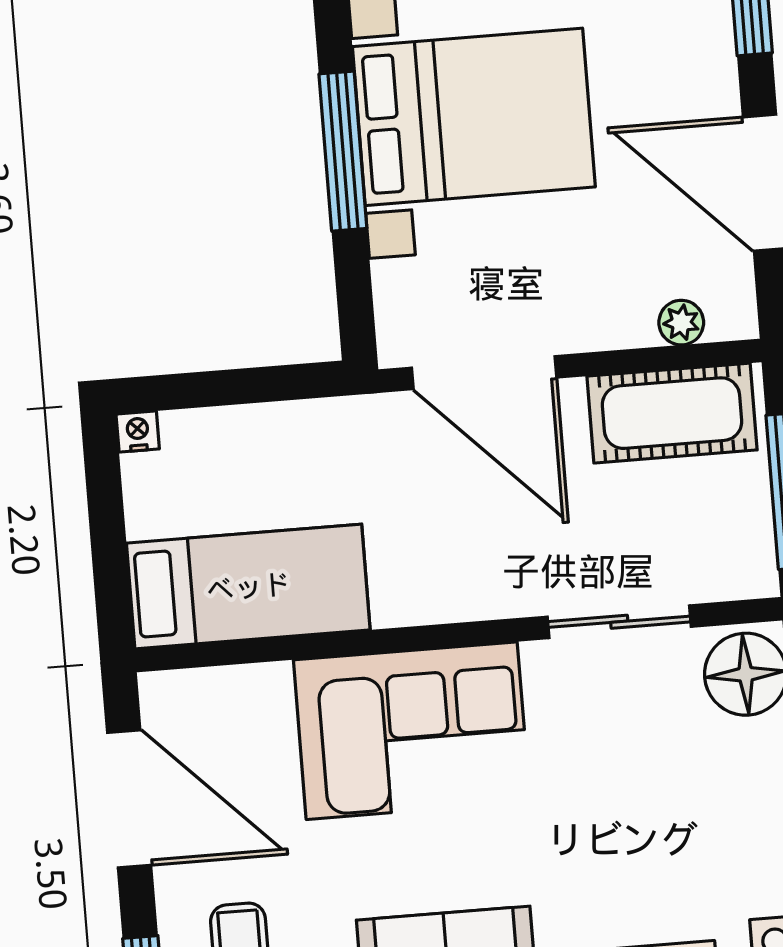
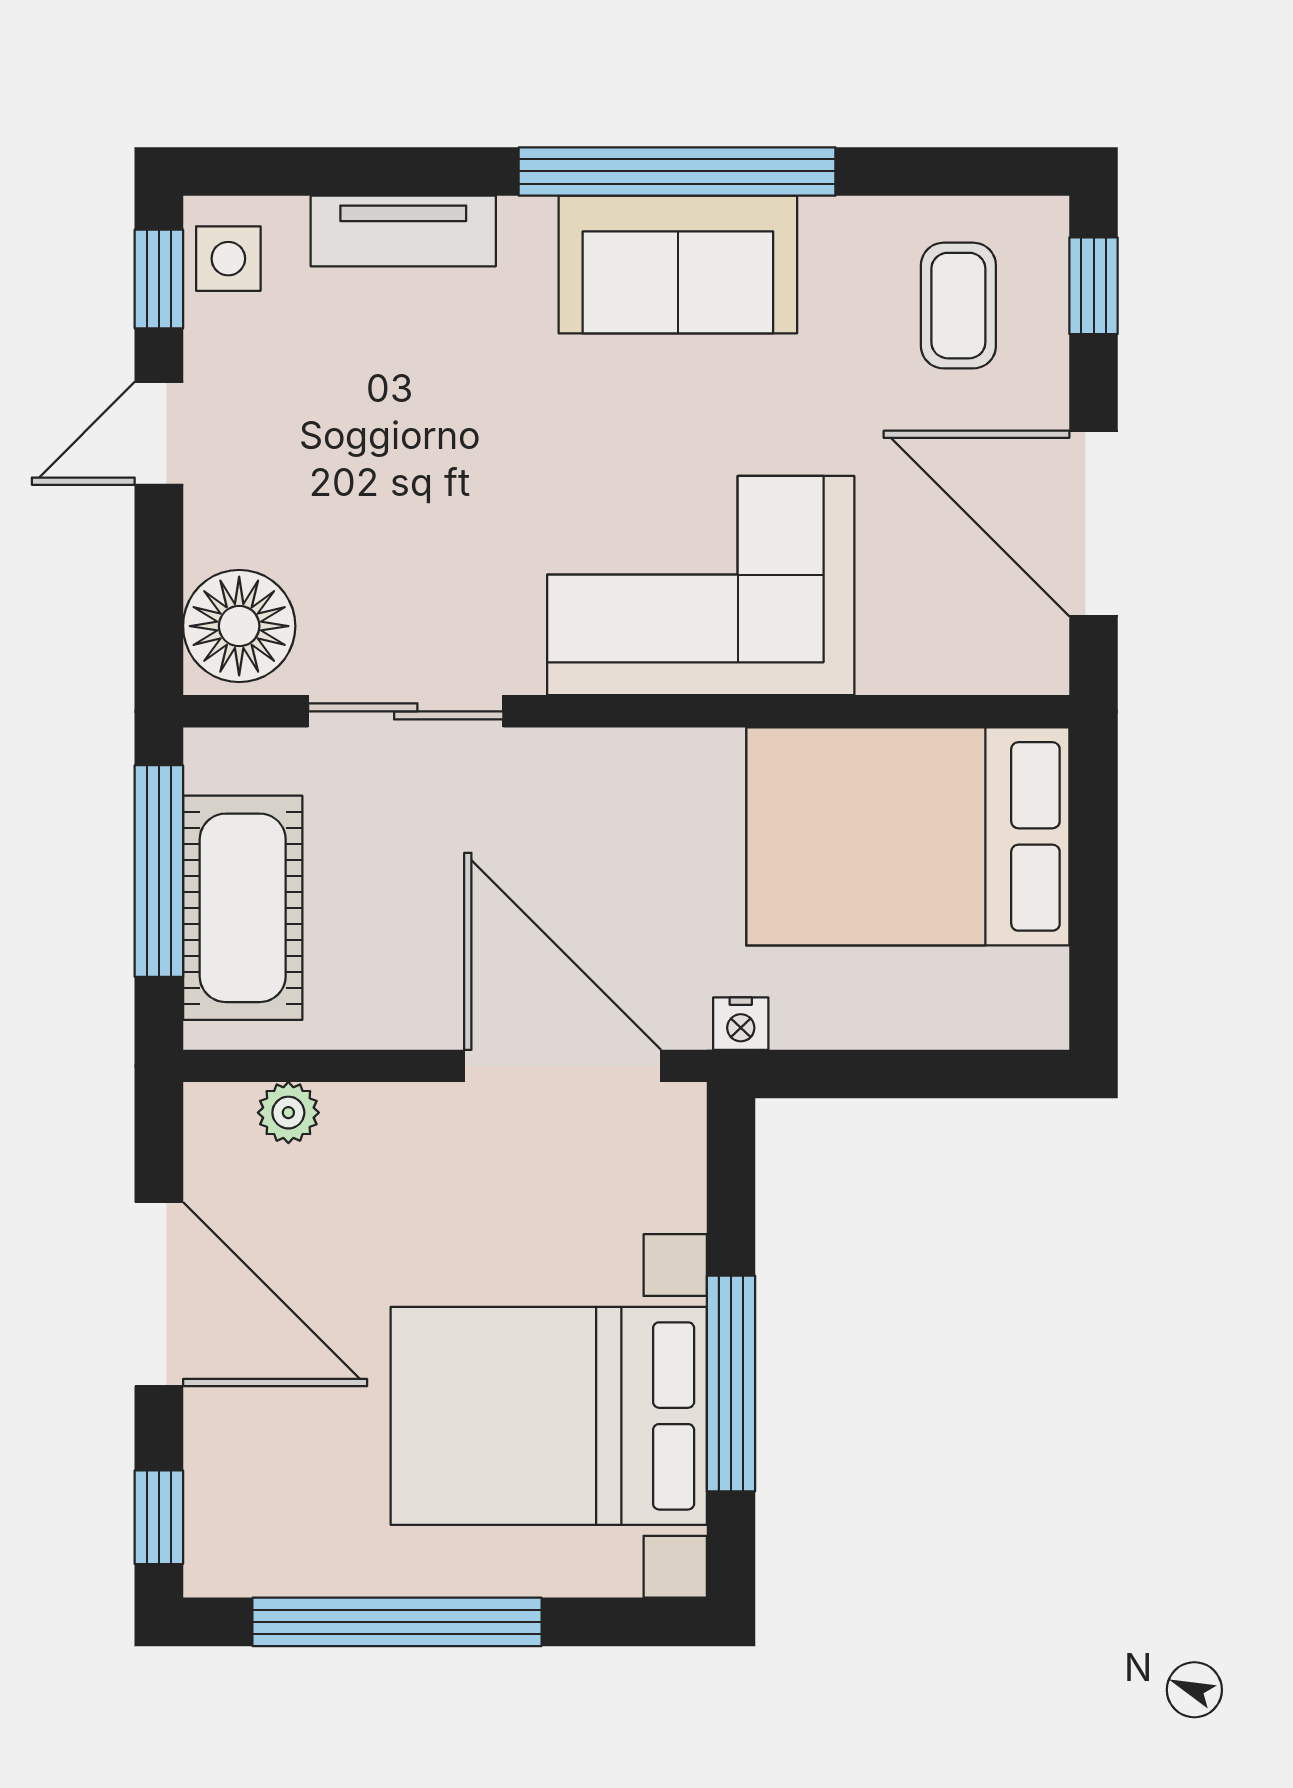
cot: (672, 413) -> (243, 908), moved, turned 90
nightstand: (138, 432) -> (741, 1024), moved
bed: (248, 587) -> (908, 836), width x1.50

